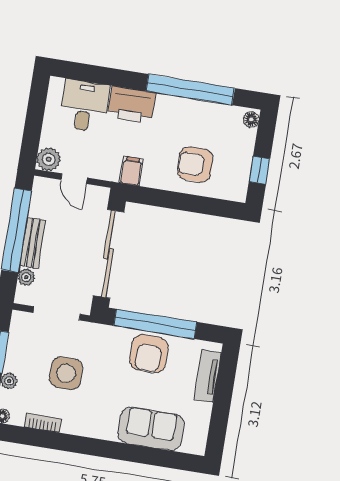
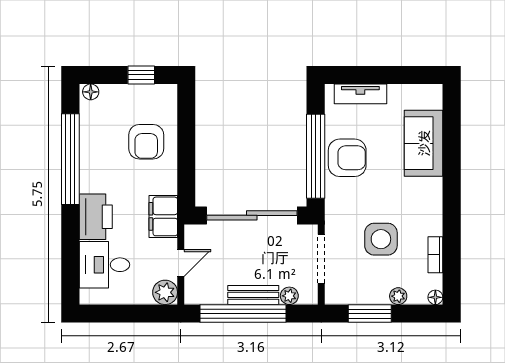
filing cabinet: (131, 171) -> (163, 216), width x2.00

